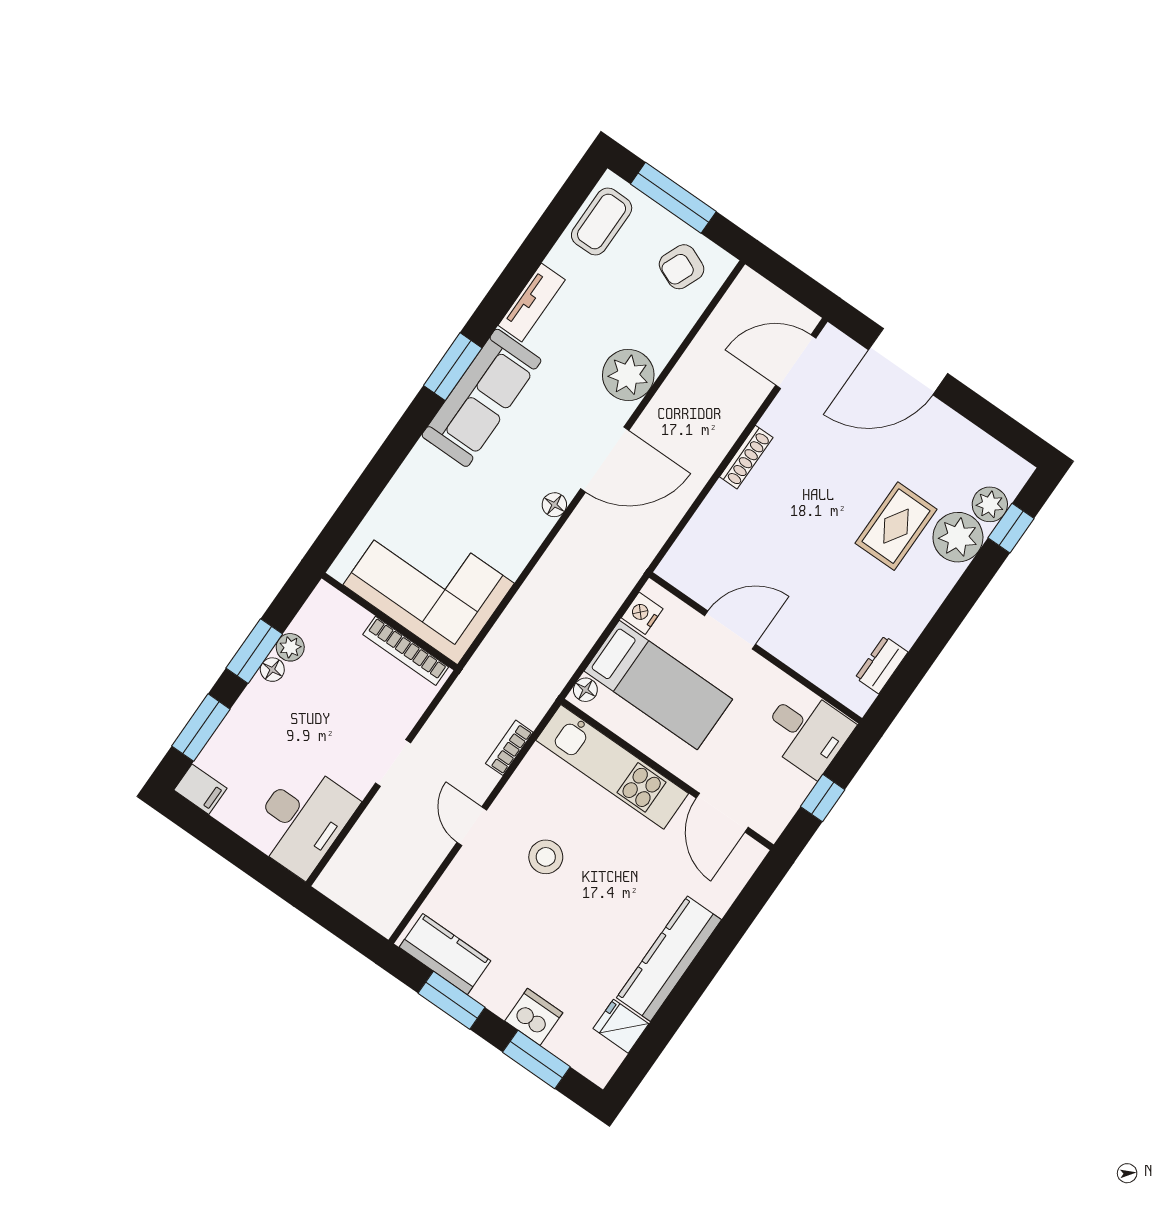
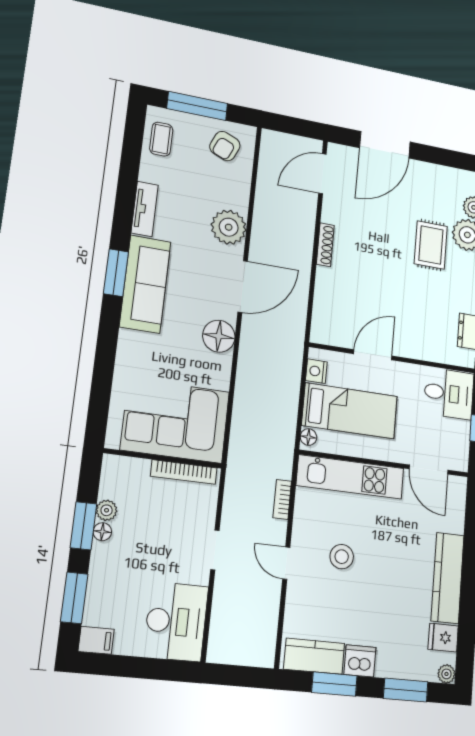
coffee table: (602, 221) -> (161, 139), width x0.73, depth x0.77
floor lamp: (554, 505) -> (219, 336), width x1.89, depth x1.89
dishwasher: (534, 1017) -> (360, 661), moved
plant: (600, 1071) -> (446, 674), added

